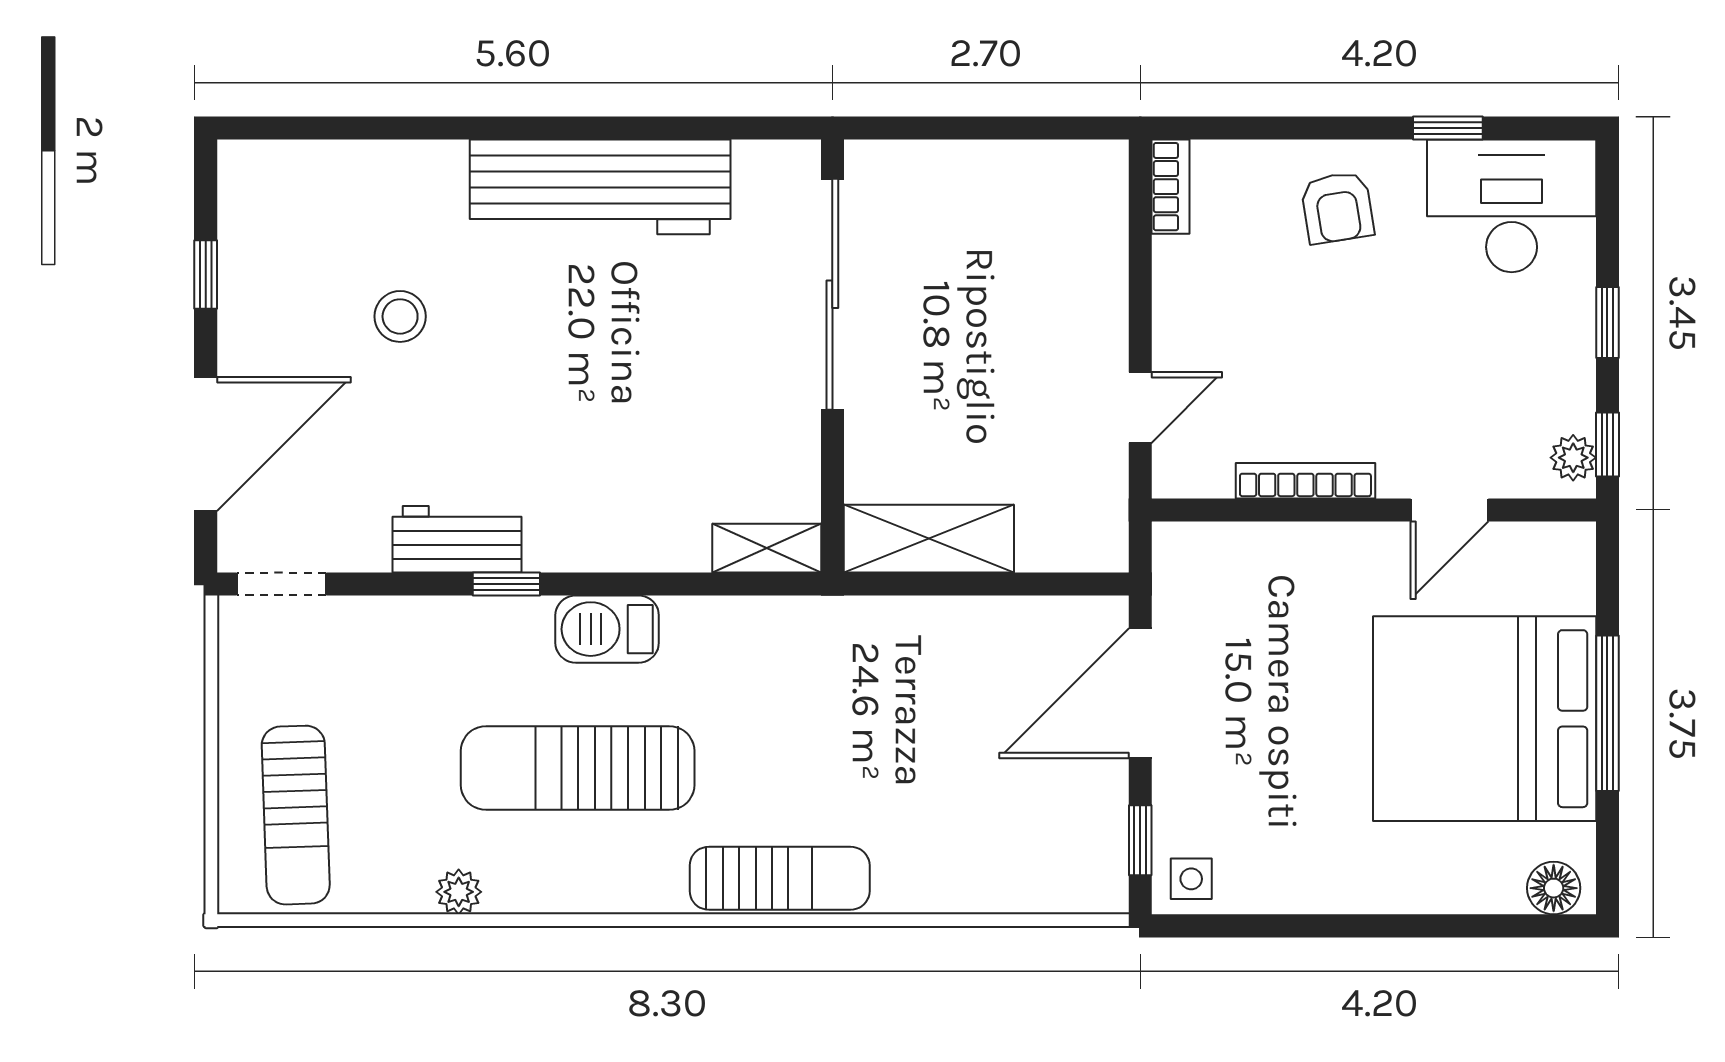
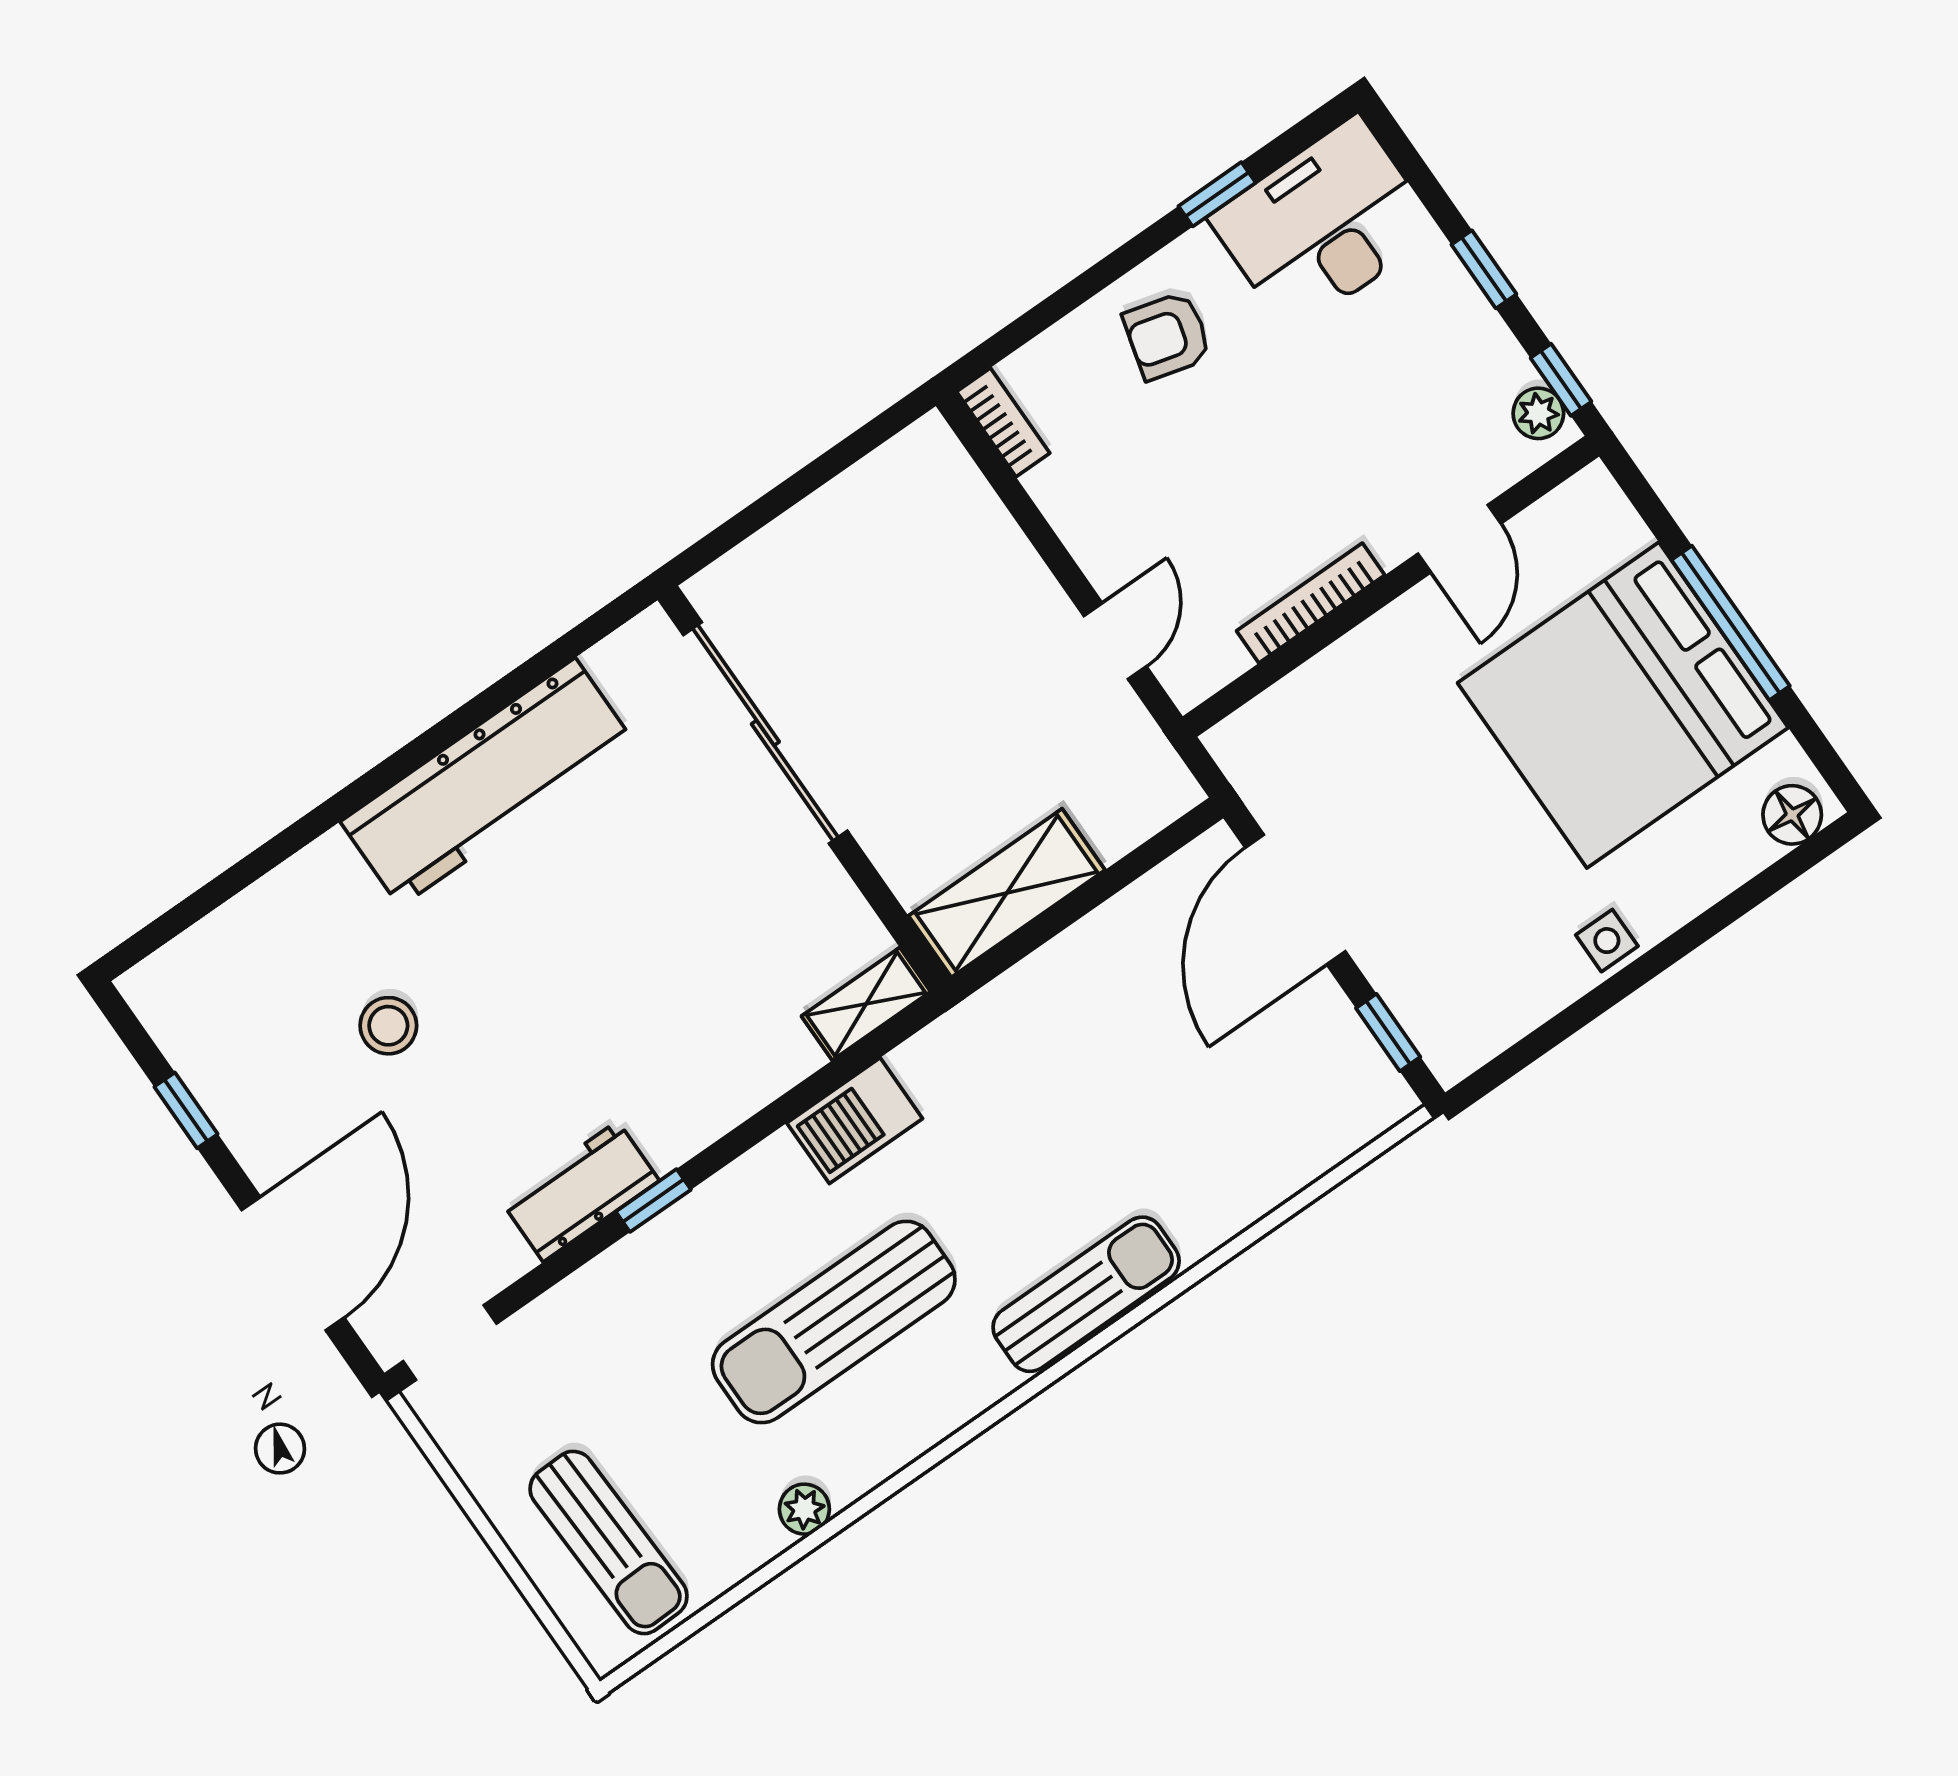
armchair: (1337, 208) -> (1167, 336), turned 114
barbecue: (607, 629) -> (855, 1121), moved
side table: (1191, 879) -> (1607, 941), moved

